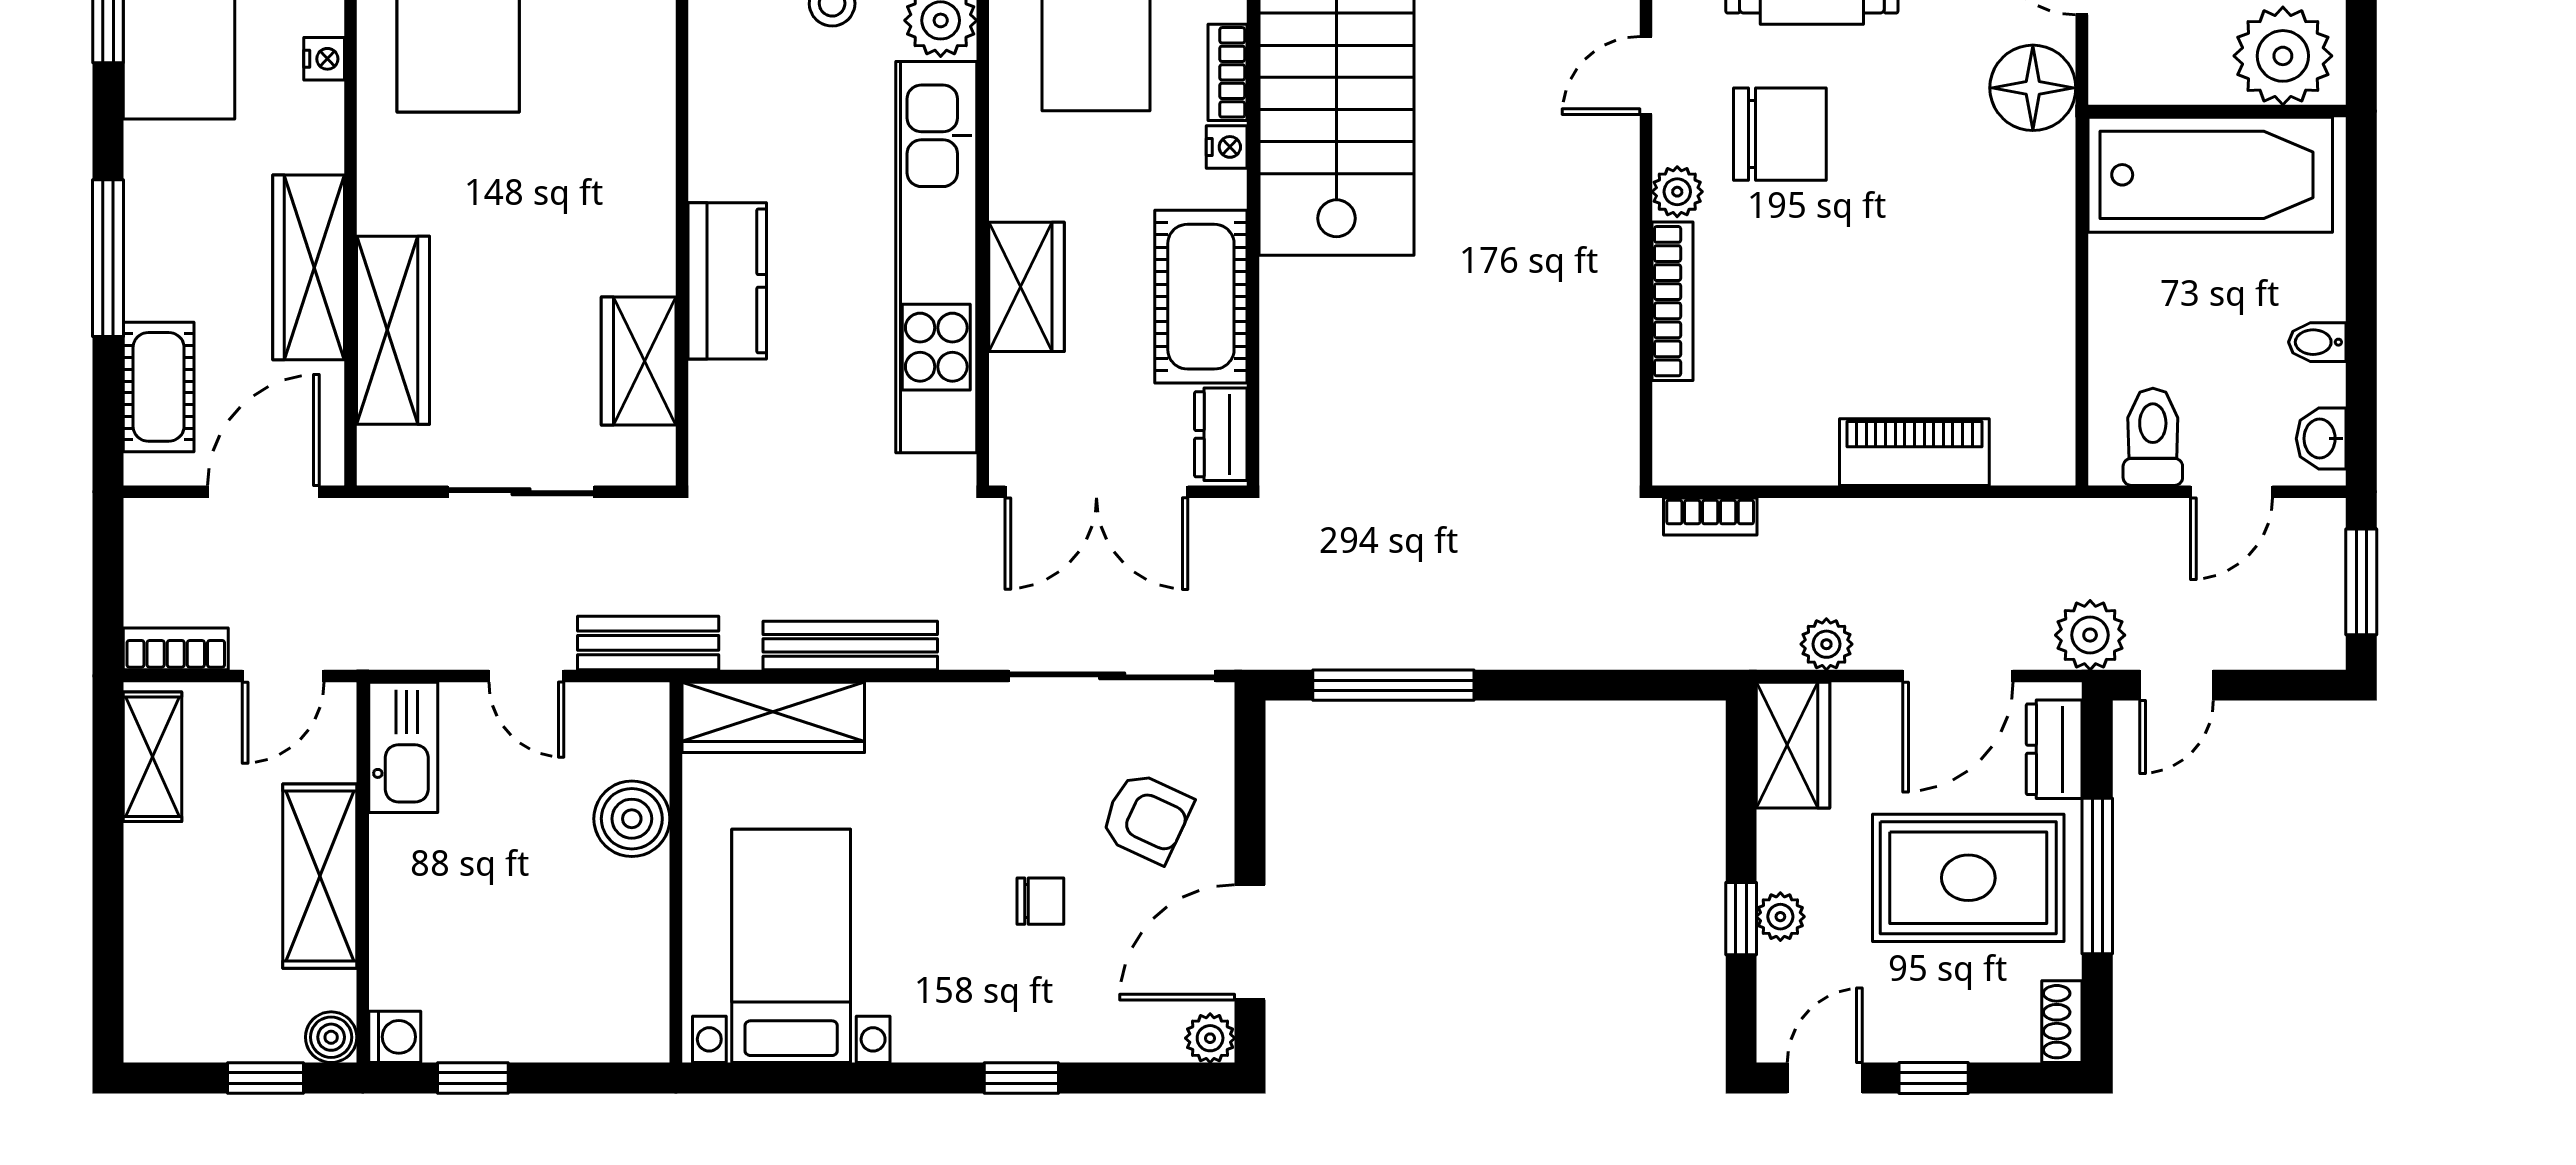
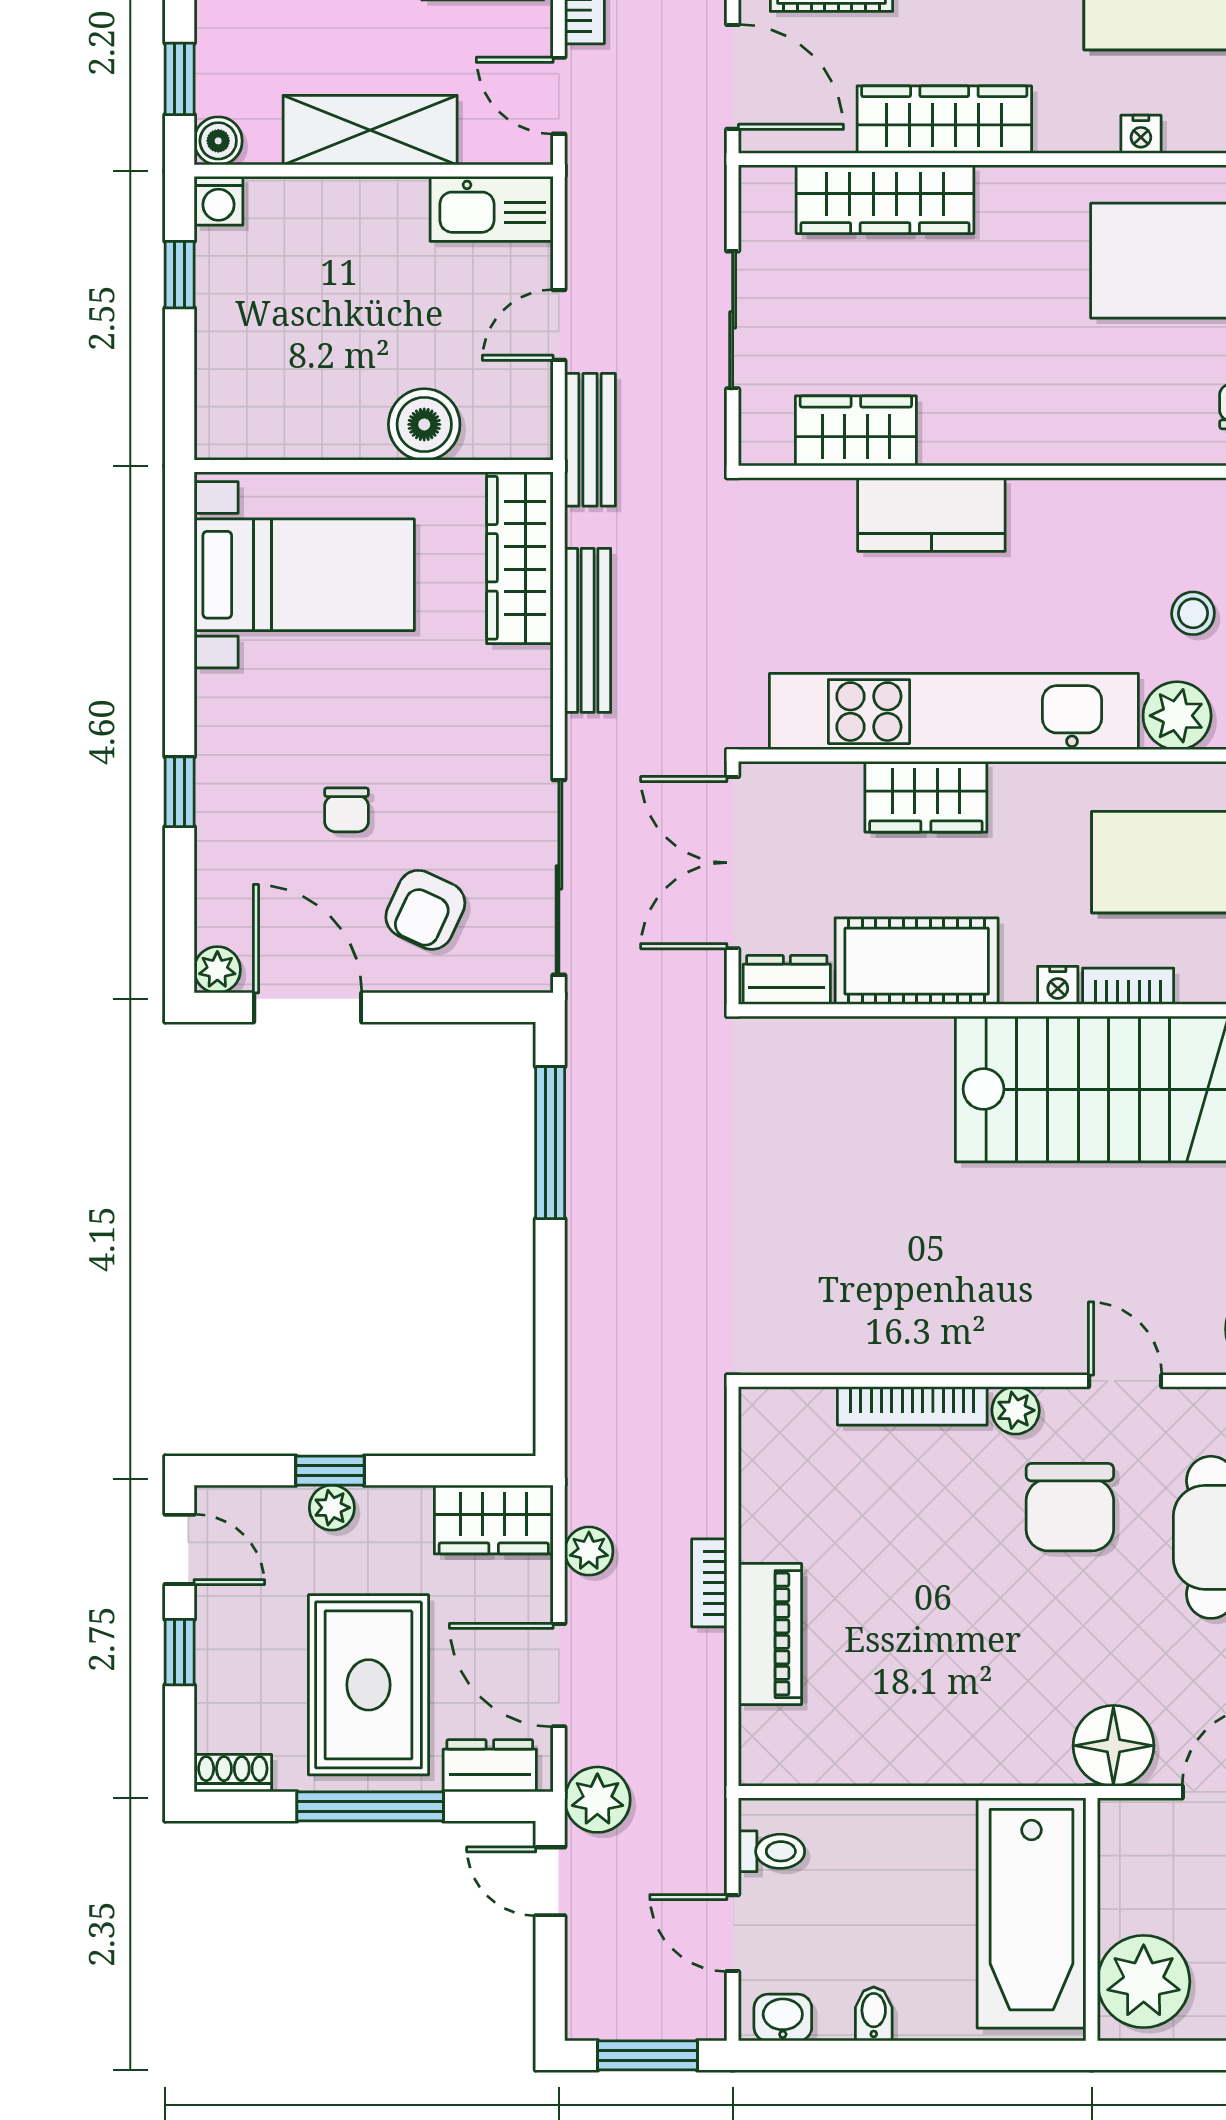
toilet: (2153, 437) -> (772, 1851), width x0.73, depth x0.72
bookcase: (1710, 517) -> (709, 1583), moved

